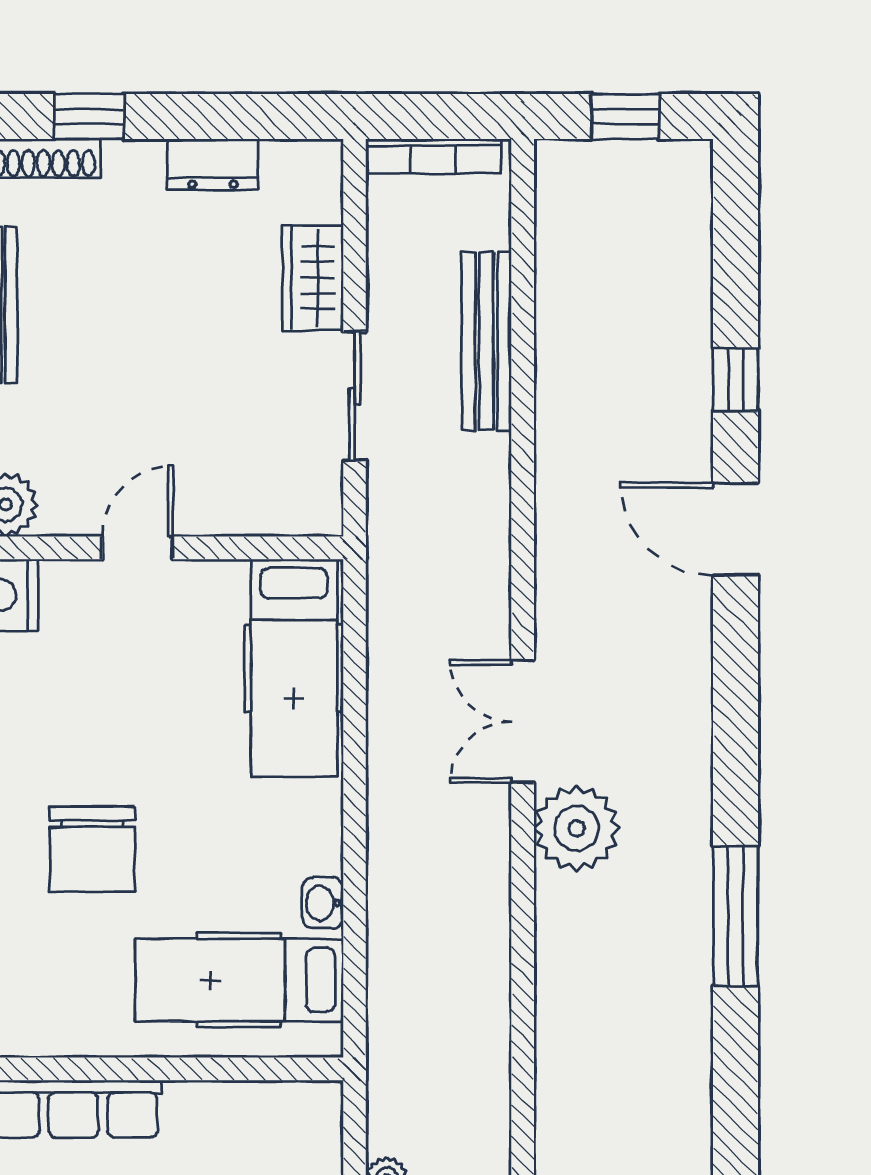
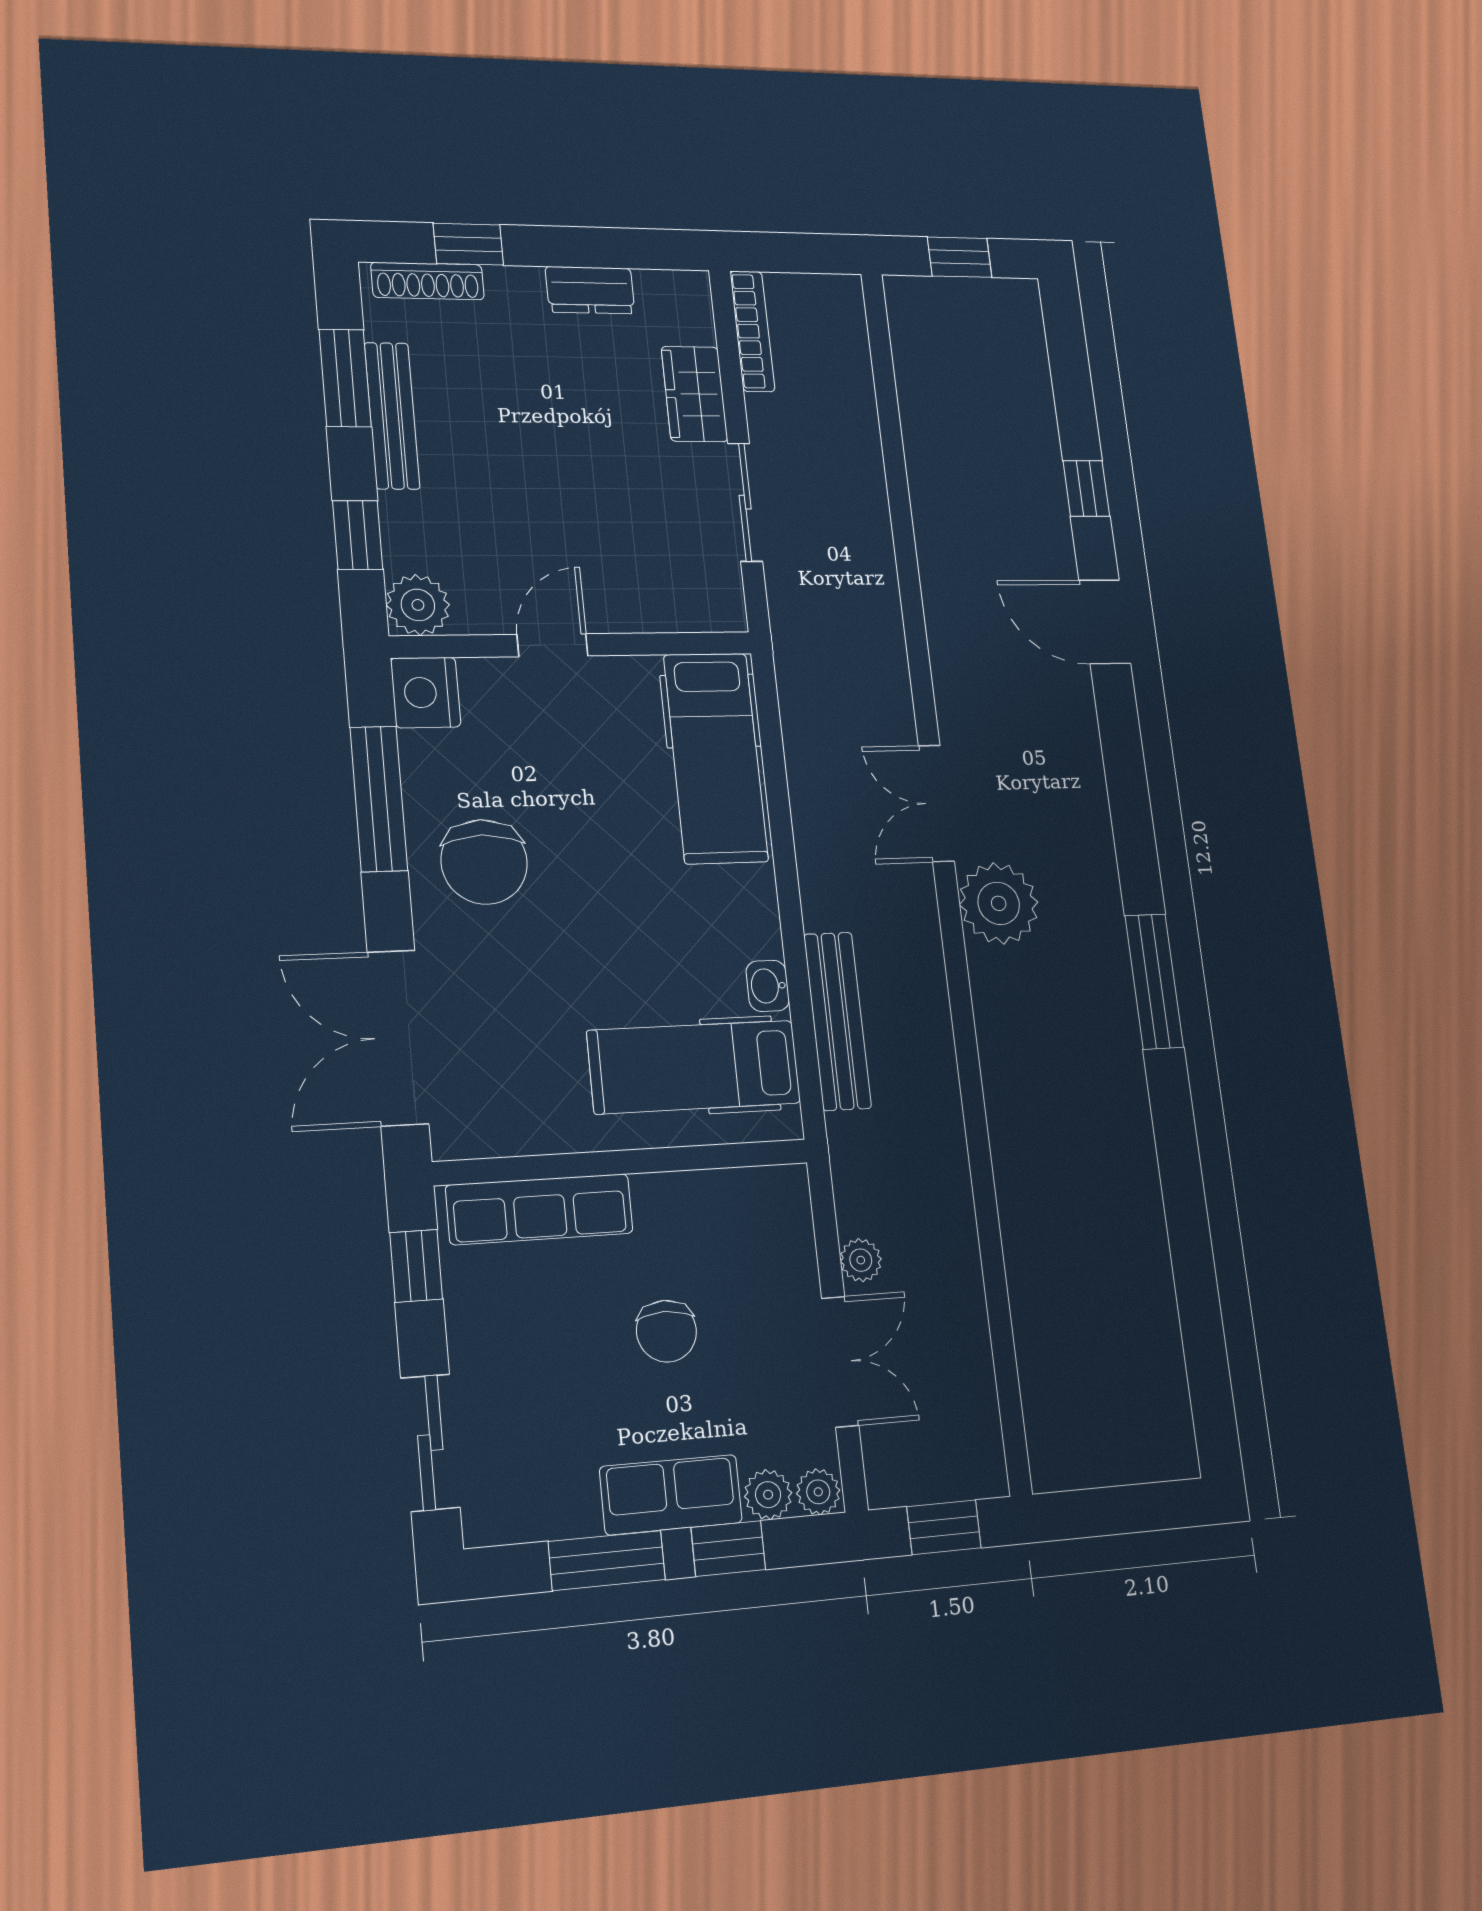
bookcase: (433, 156) -> (752, 331), moved, turned -90
bench: (486, 341) -> (837, 1021), moved
chair: (92, 849) -> (484, 862), moved

